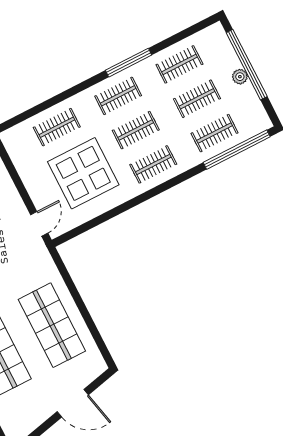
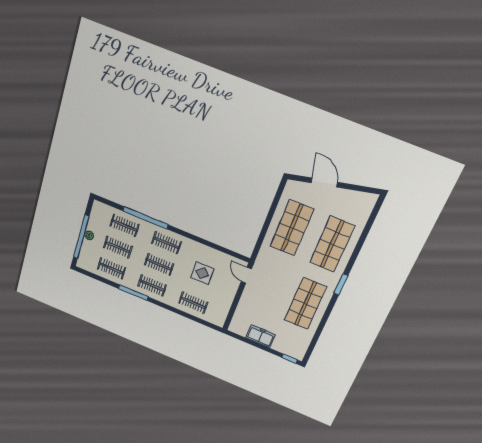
window: (237, 150) -> (145, 218), moved
display table: (83, 173) -> (202, 273), width x0.54, depth x0.54
door: (39, 224) -> (246, 275), hinge flipped

